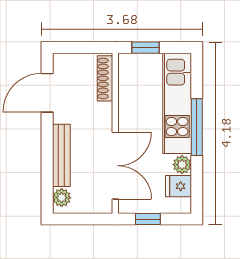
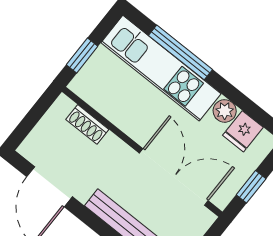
shoe rack: (105, 78) -> (87, 124), width x0.70
window: (197, 127) -> (180, 52), moved

